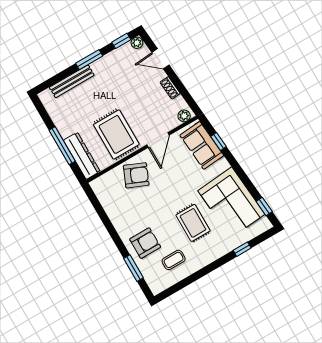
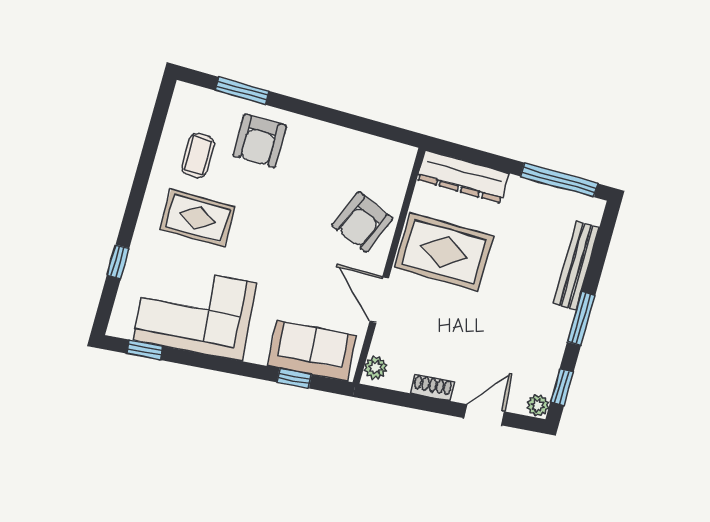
window: (62, 146) -> (559, 180), moved
rug: (193, 223) -> (198, 218), moved

